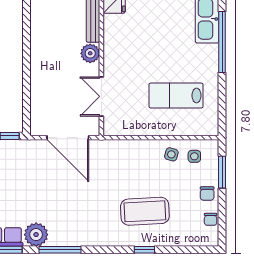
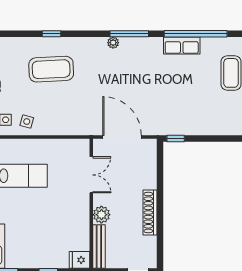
shoe rack: (38, 56) -> (150, 212), added
plant: (36, 235) -> (113, 43), moved, width x0.53, depth x0.53

